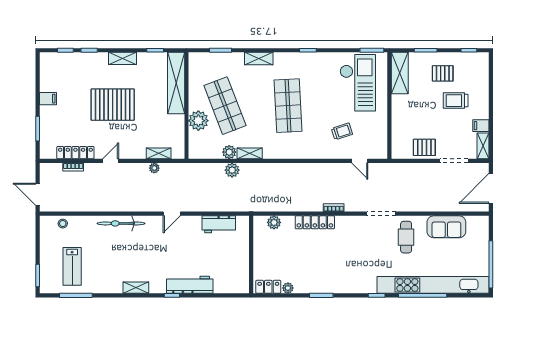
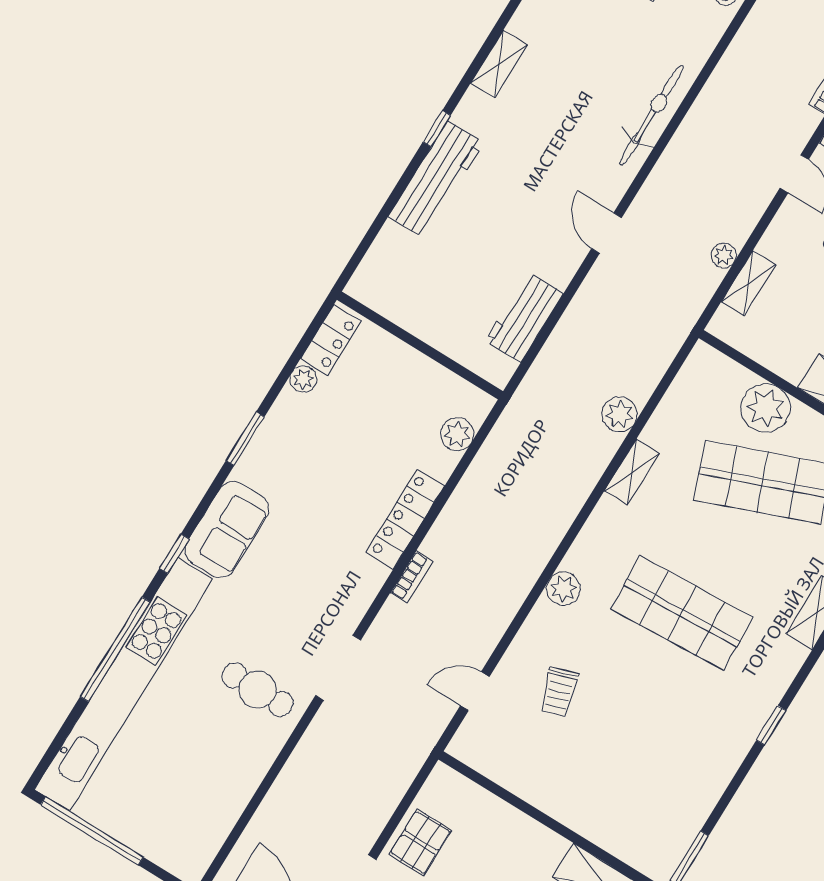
checkout: (358, 83) -> (640, 787), removed
plant: (229, 152) -> (563, 589), moved
sofa: (446, 227) -> (227, 530), moved, turned 180

